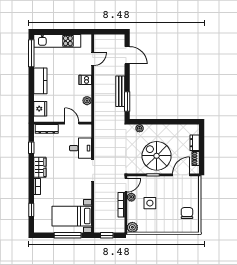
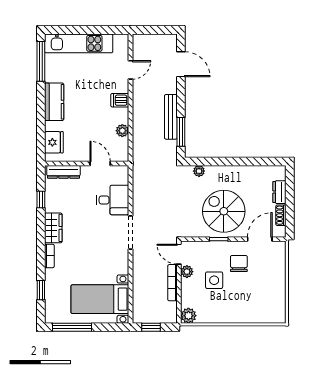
door: (126, 185) -> (179, 254), swing flipped
chair: (187, 213) -> (239, 264), moved
window: (68, 235) -> (72, 327), moved

